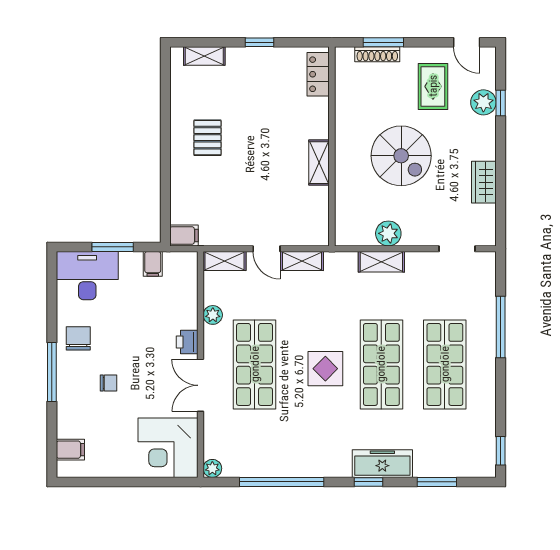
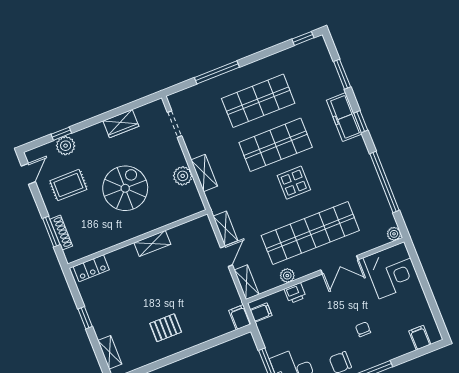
filing cabinet: (153, 264) -> (261, 313), moved
printer: (187, 342) -> (295, 293), moved
shop shelf: (255, 364) -> (310, 233), width x1.40

